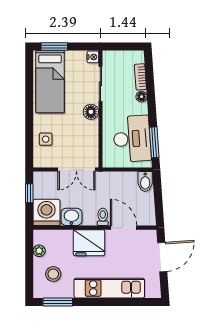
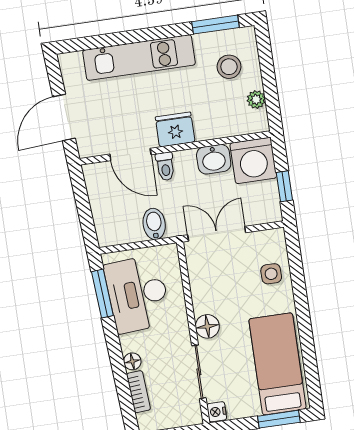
bidet: (145, 181) -> (154, 224), moved
fridge: (89, 243) -> (175, 129), width x0.73, depth x0.75

